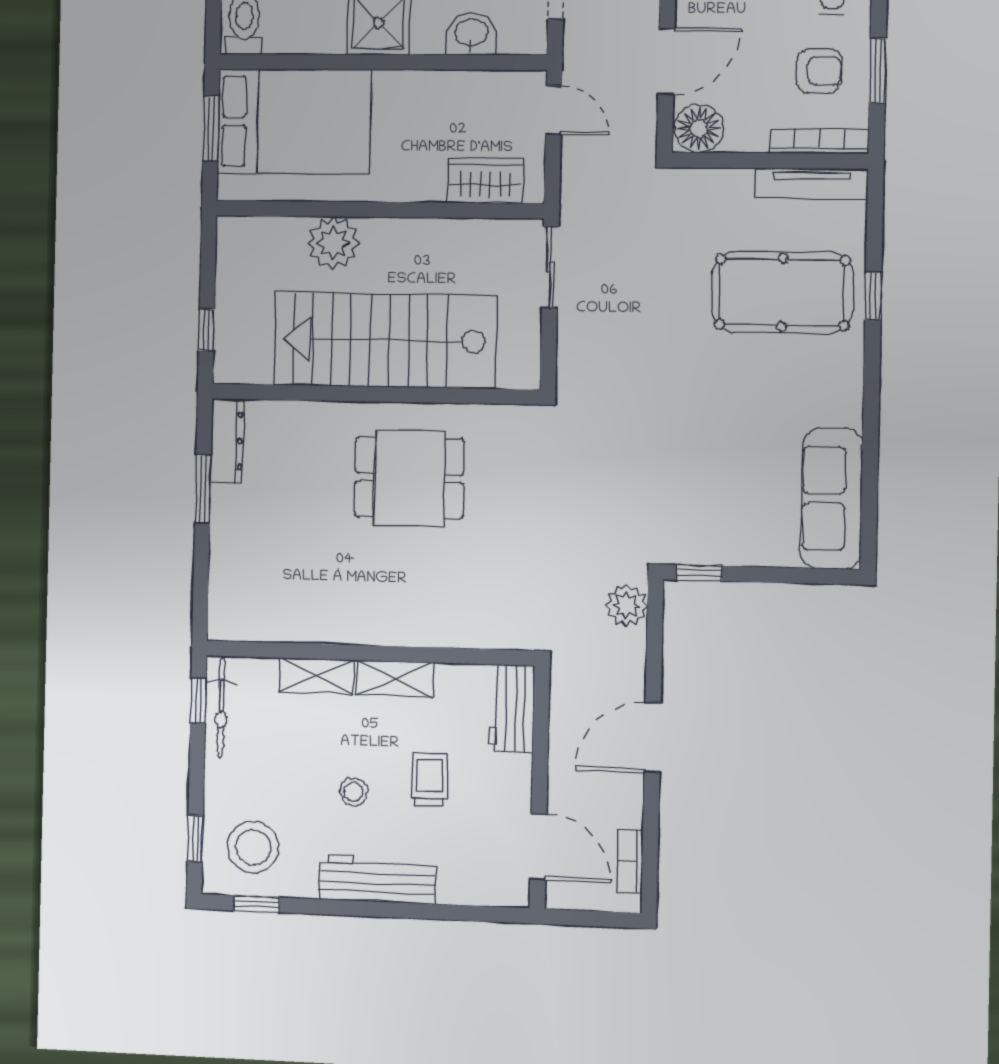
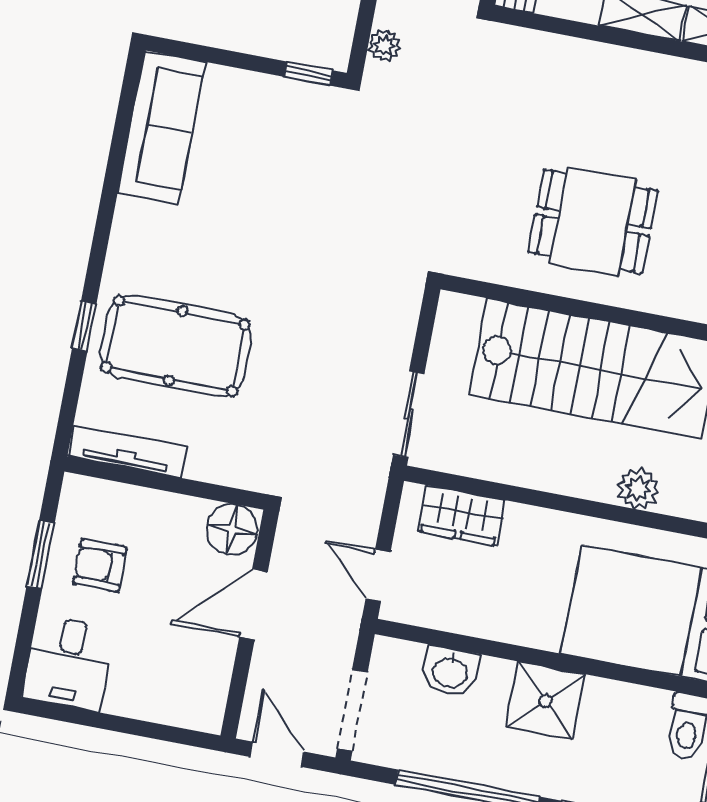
bookcase: (819, 141) -> (112, 494), removed
plant: (333, 243) -> (638, 489), width x0.73, depth x0.73
plant: (627, 605) -> (384, 45), width x0.73, depth x0.73

